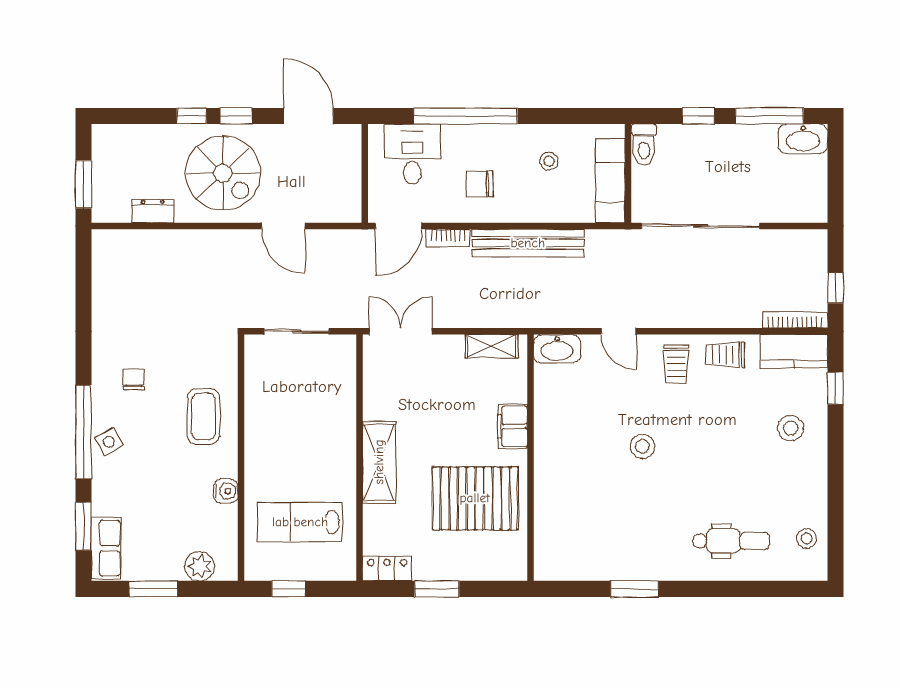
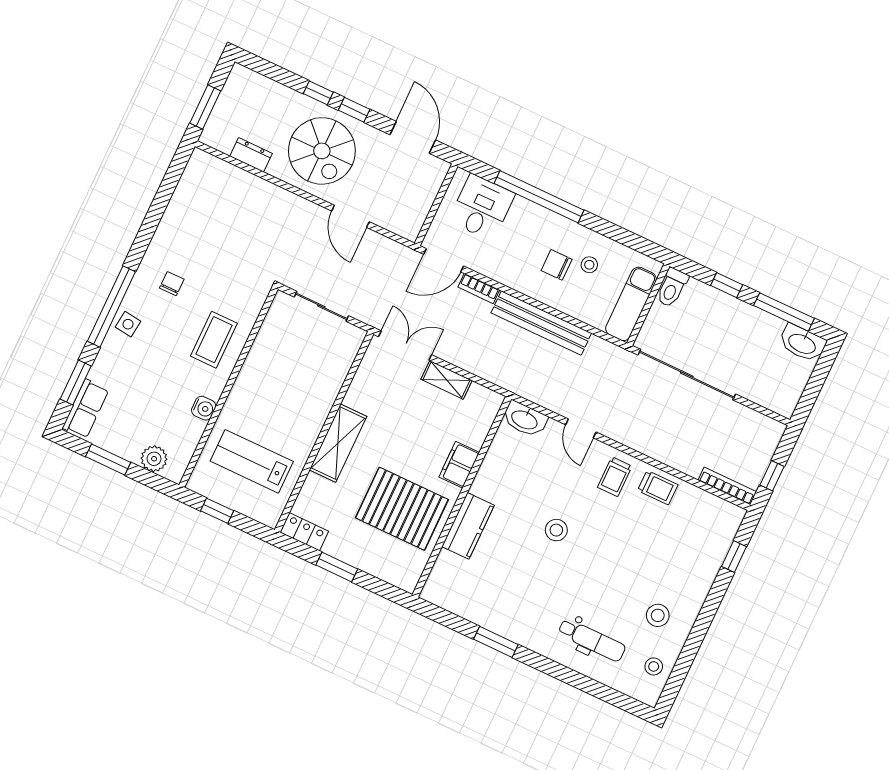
chair: (480, 184) -> (557, 265), moved
shelving: (491, 346) -> (446, 380), moved
kitchen counter: (794, 351) -> (468, 526), moved, turned -90
trolley: (725, 355) -> (658, 488), turned 180
stool: (791, 428) -> (658, 615), moved
side table: (109, 442) -> (128, 324), turned 36

